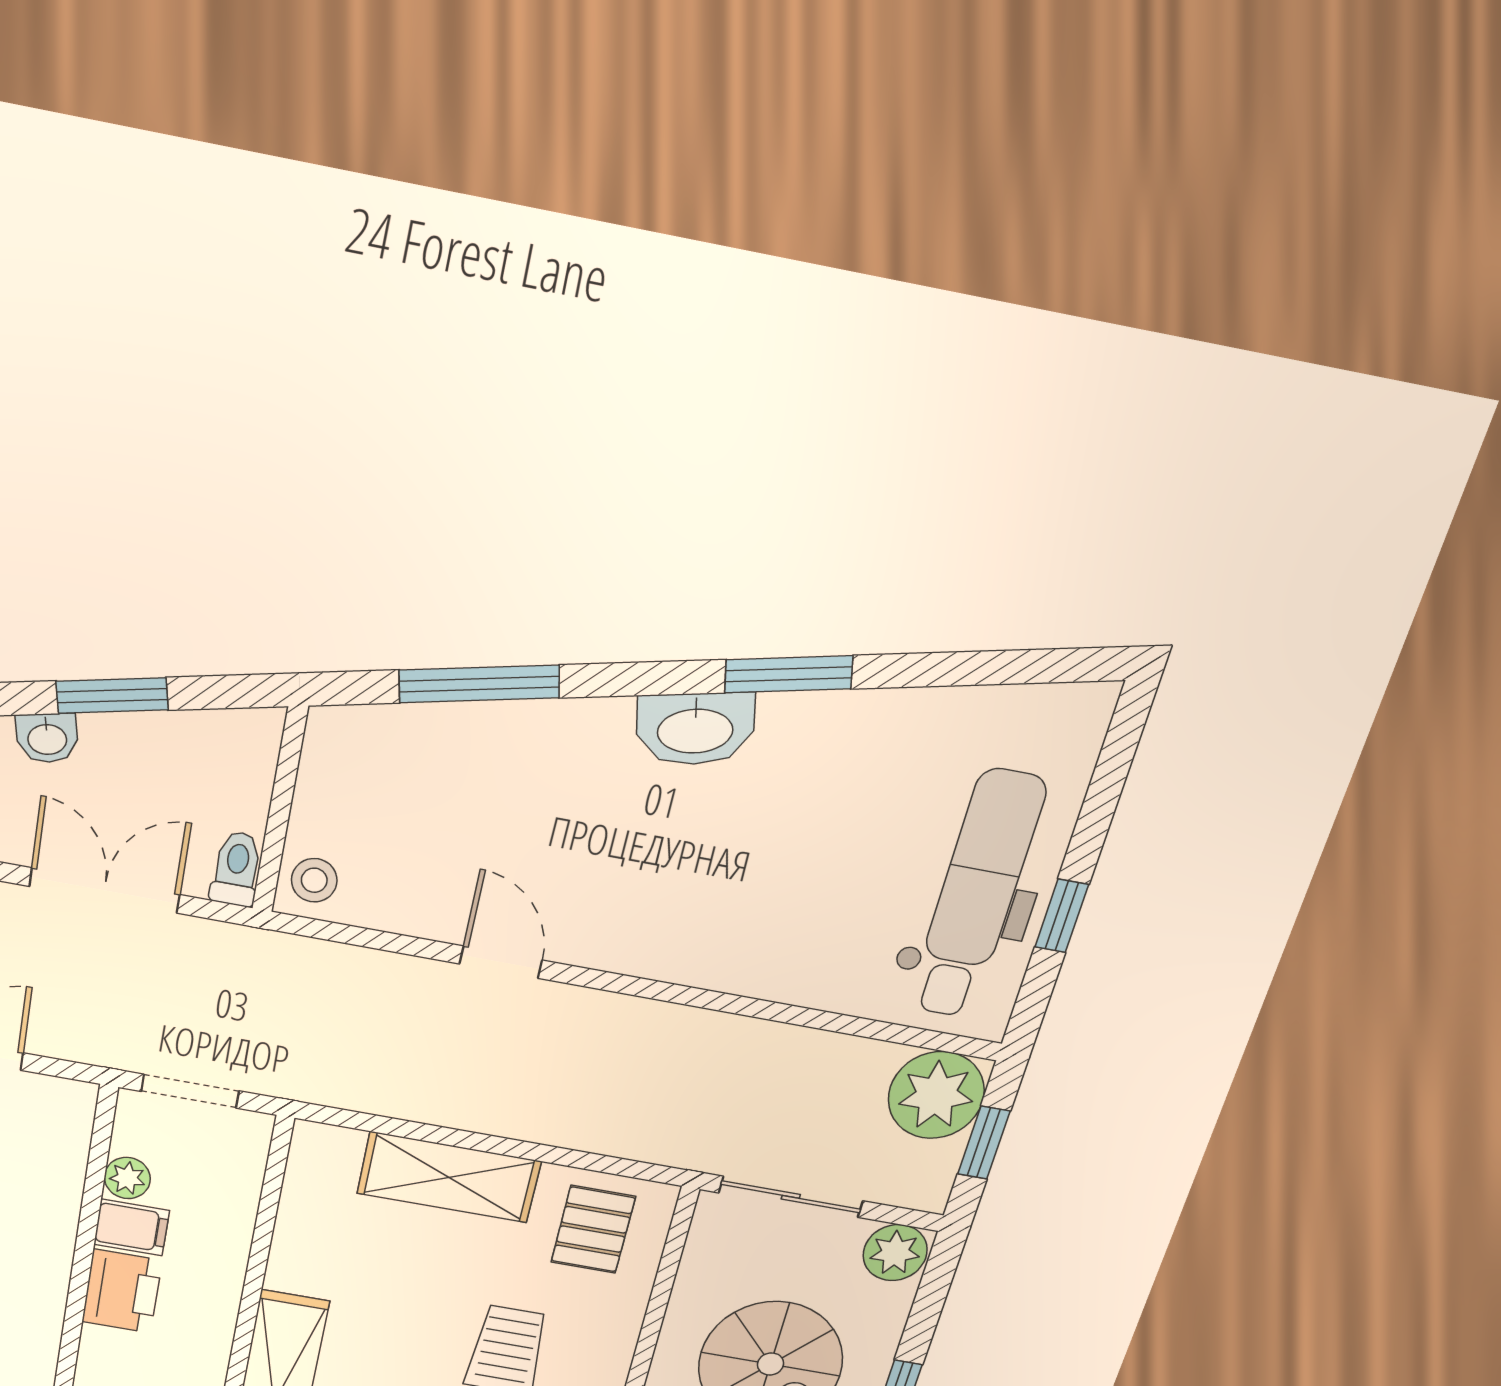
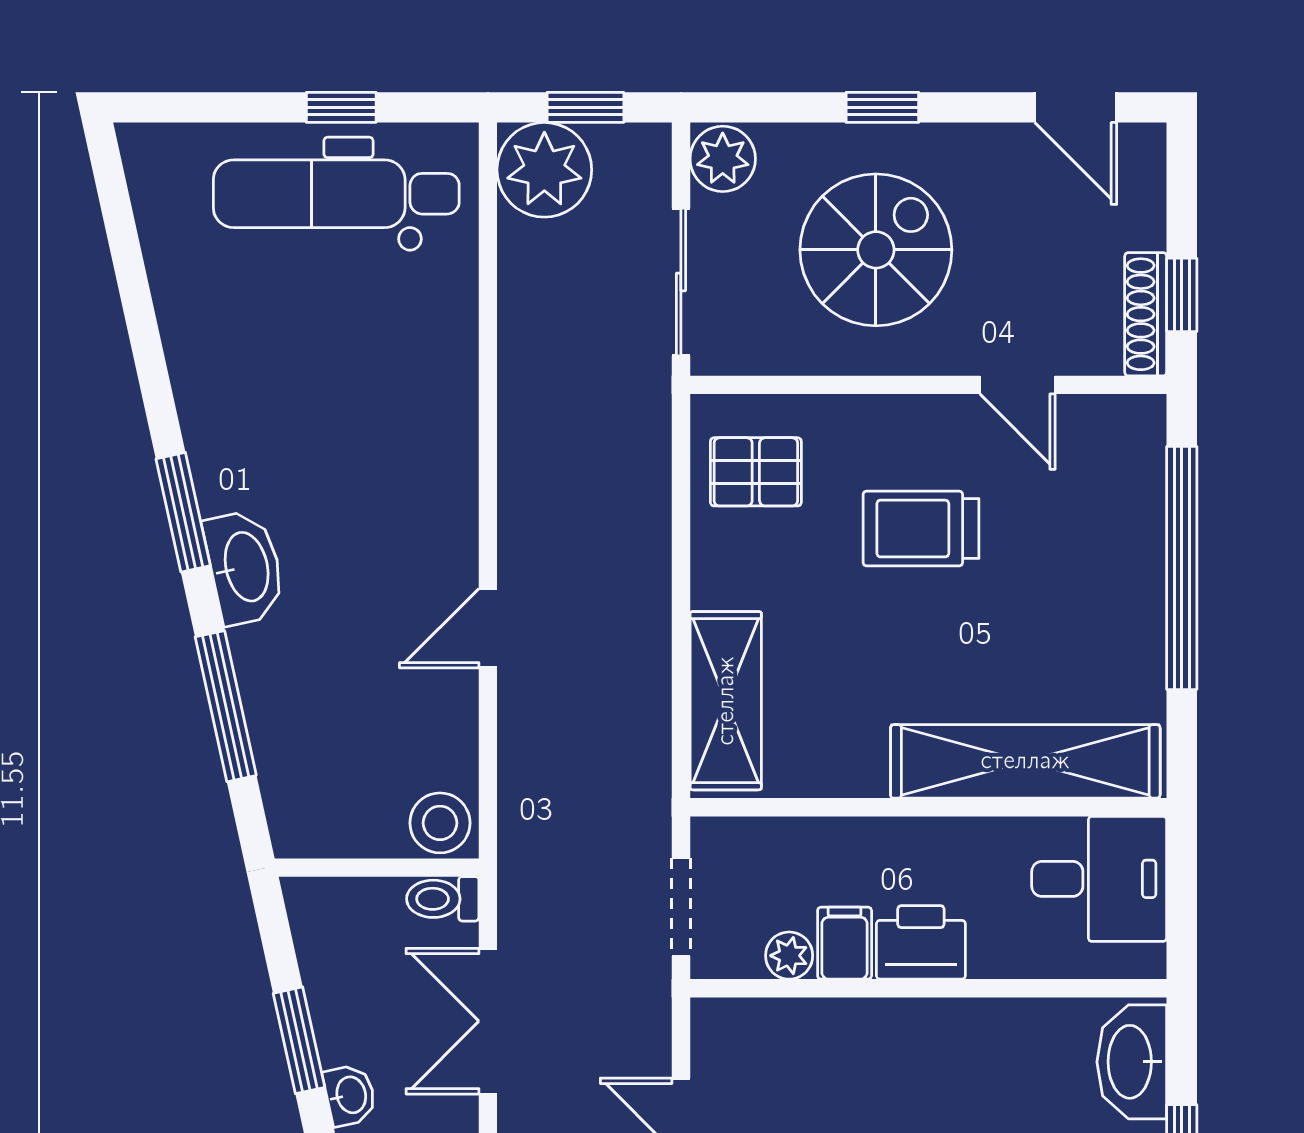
window: (789, 674) -> (183, 512), moved
washbasin: (695, 729) -> (245, 567), moved
stool: (314, 880) -> (440, 823), width x1.37, depth x1.37
shelving: (449, 1177) -> (726, 701), moved

